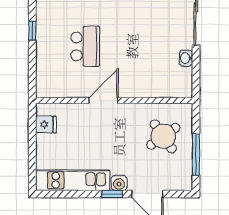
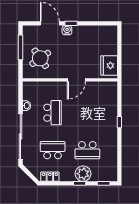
school desk: (85, 46) -> (53, 113), moved, turned 180
fridge: (46, 124) -> (109, 66), width x1.88, depth x1.34
kitchen unit: (73, 180) -> (95, 32), removed

